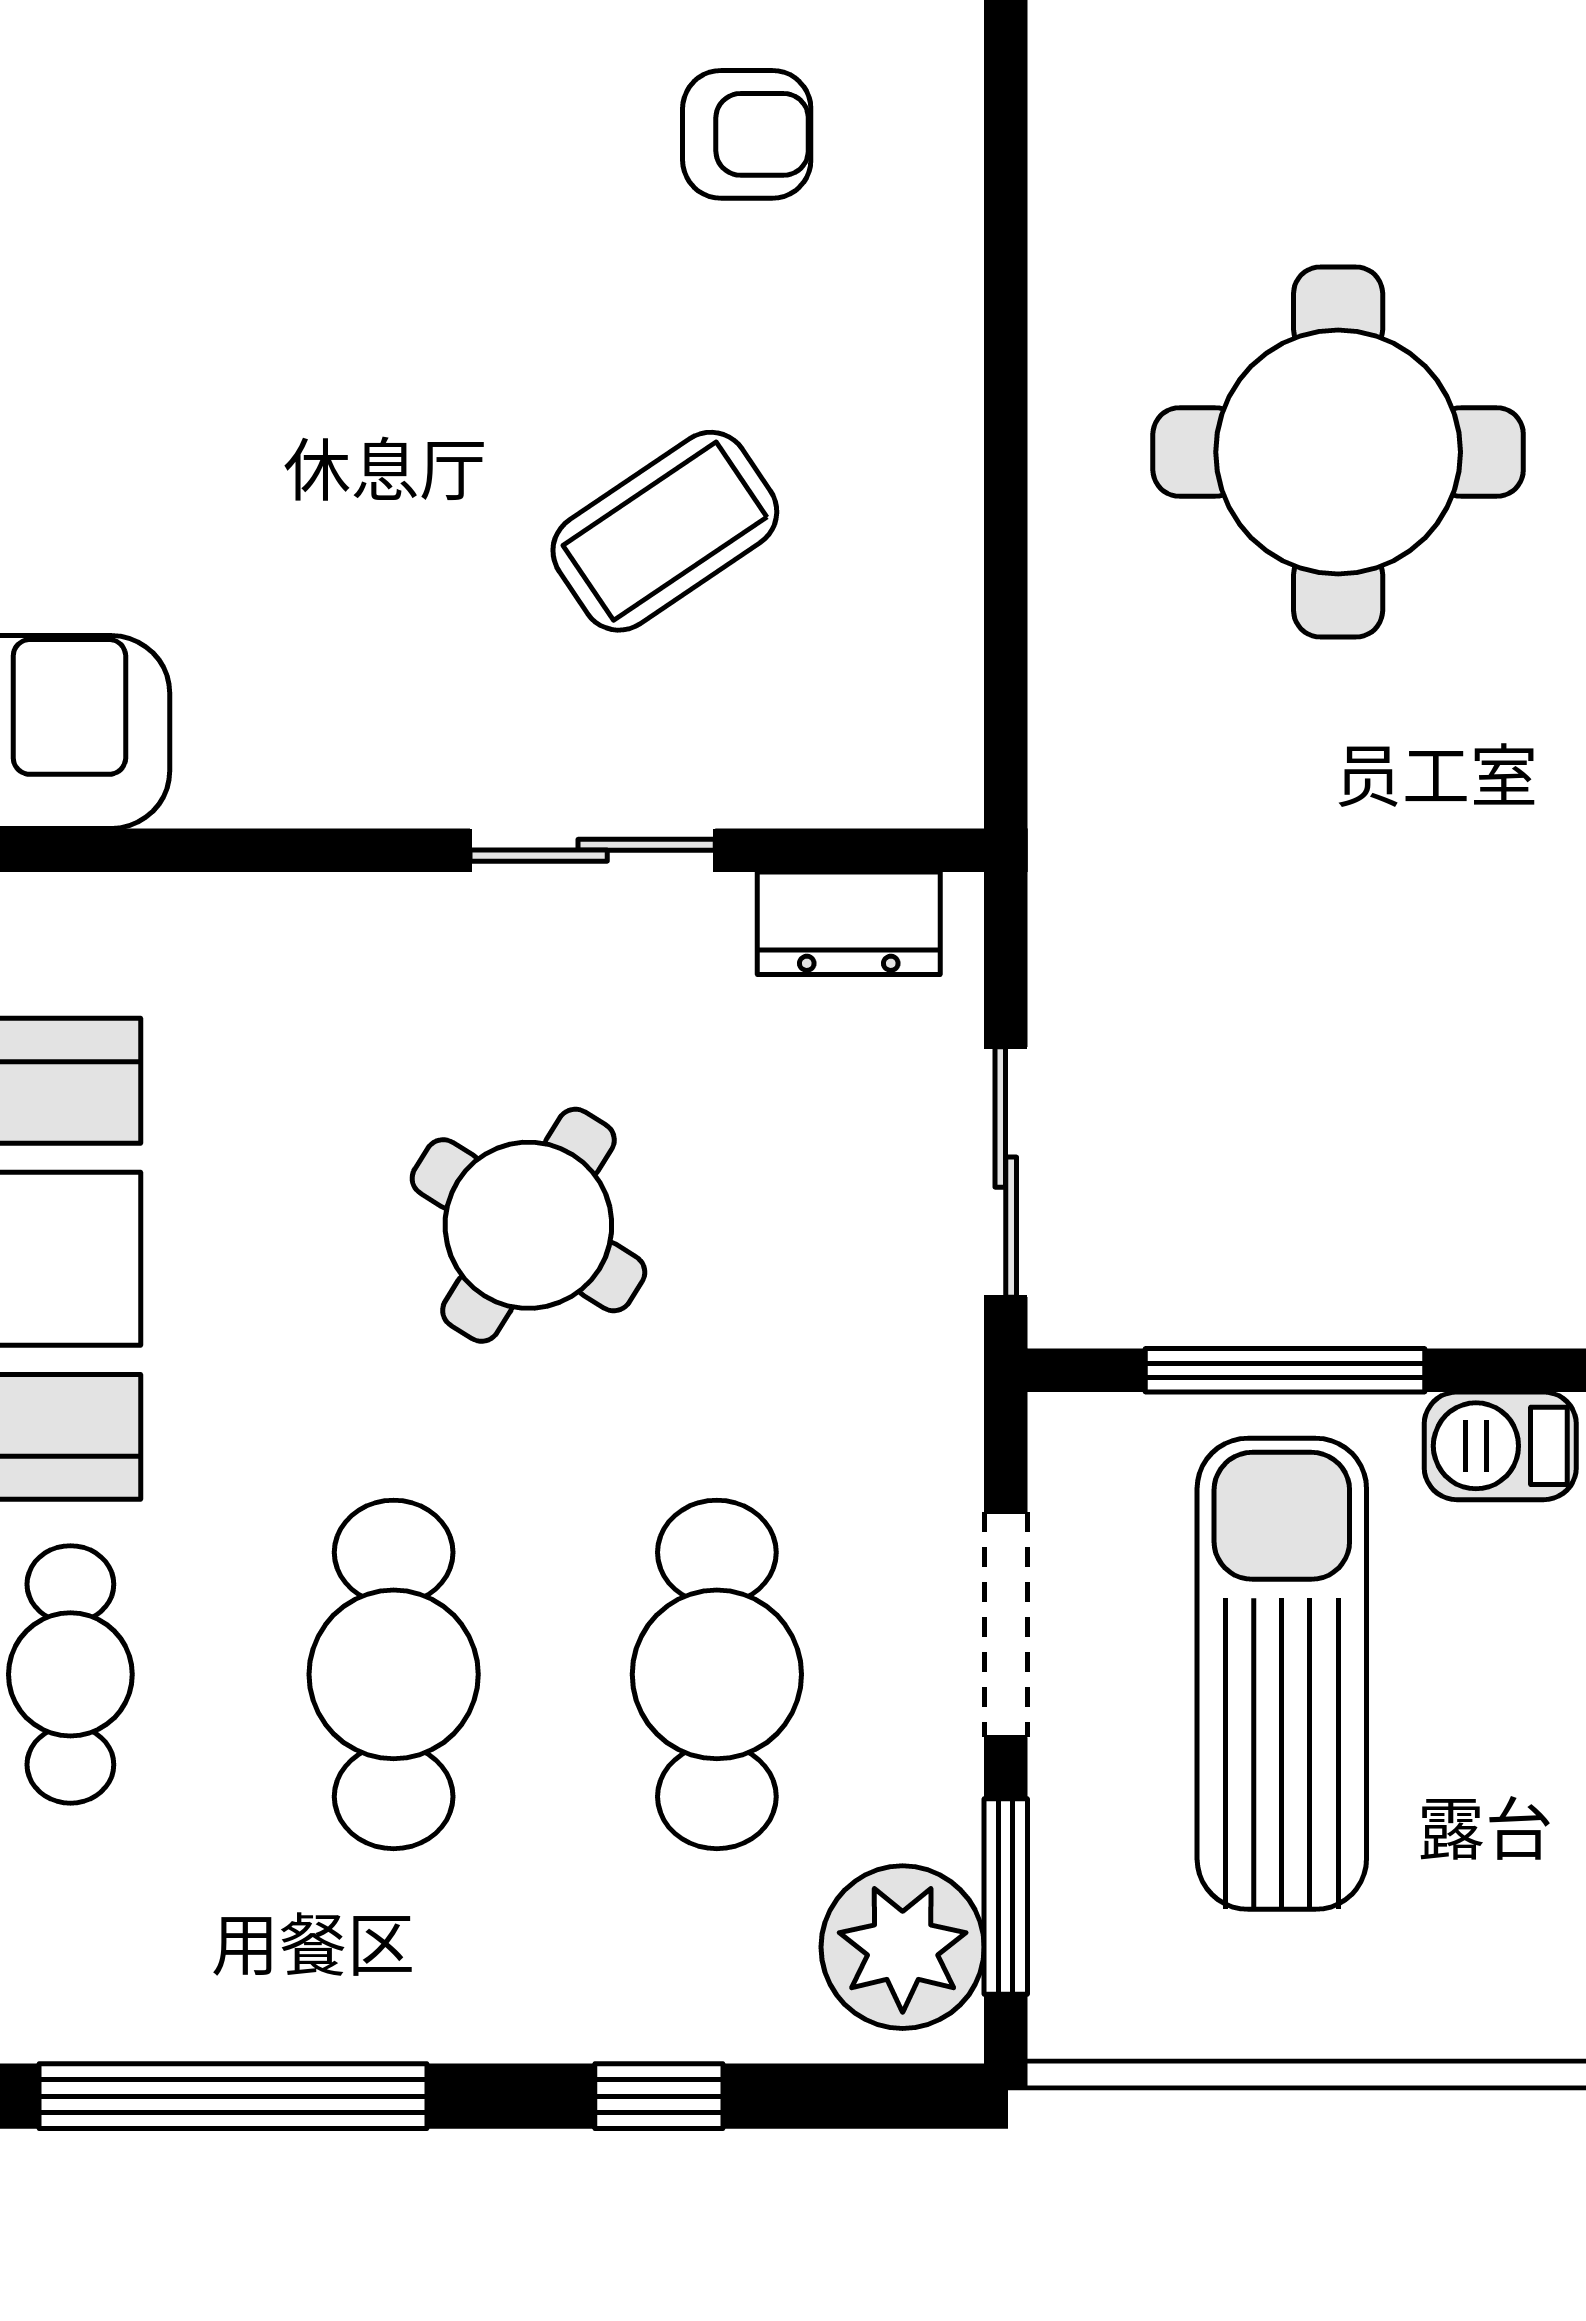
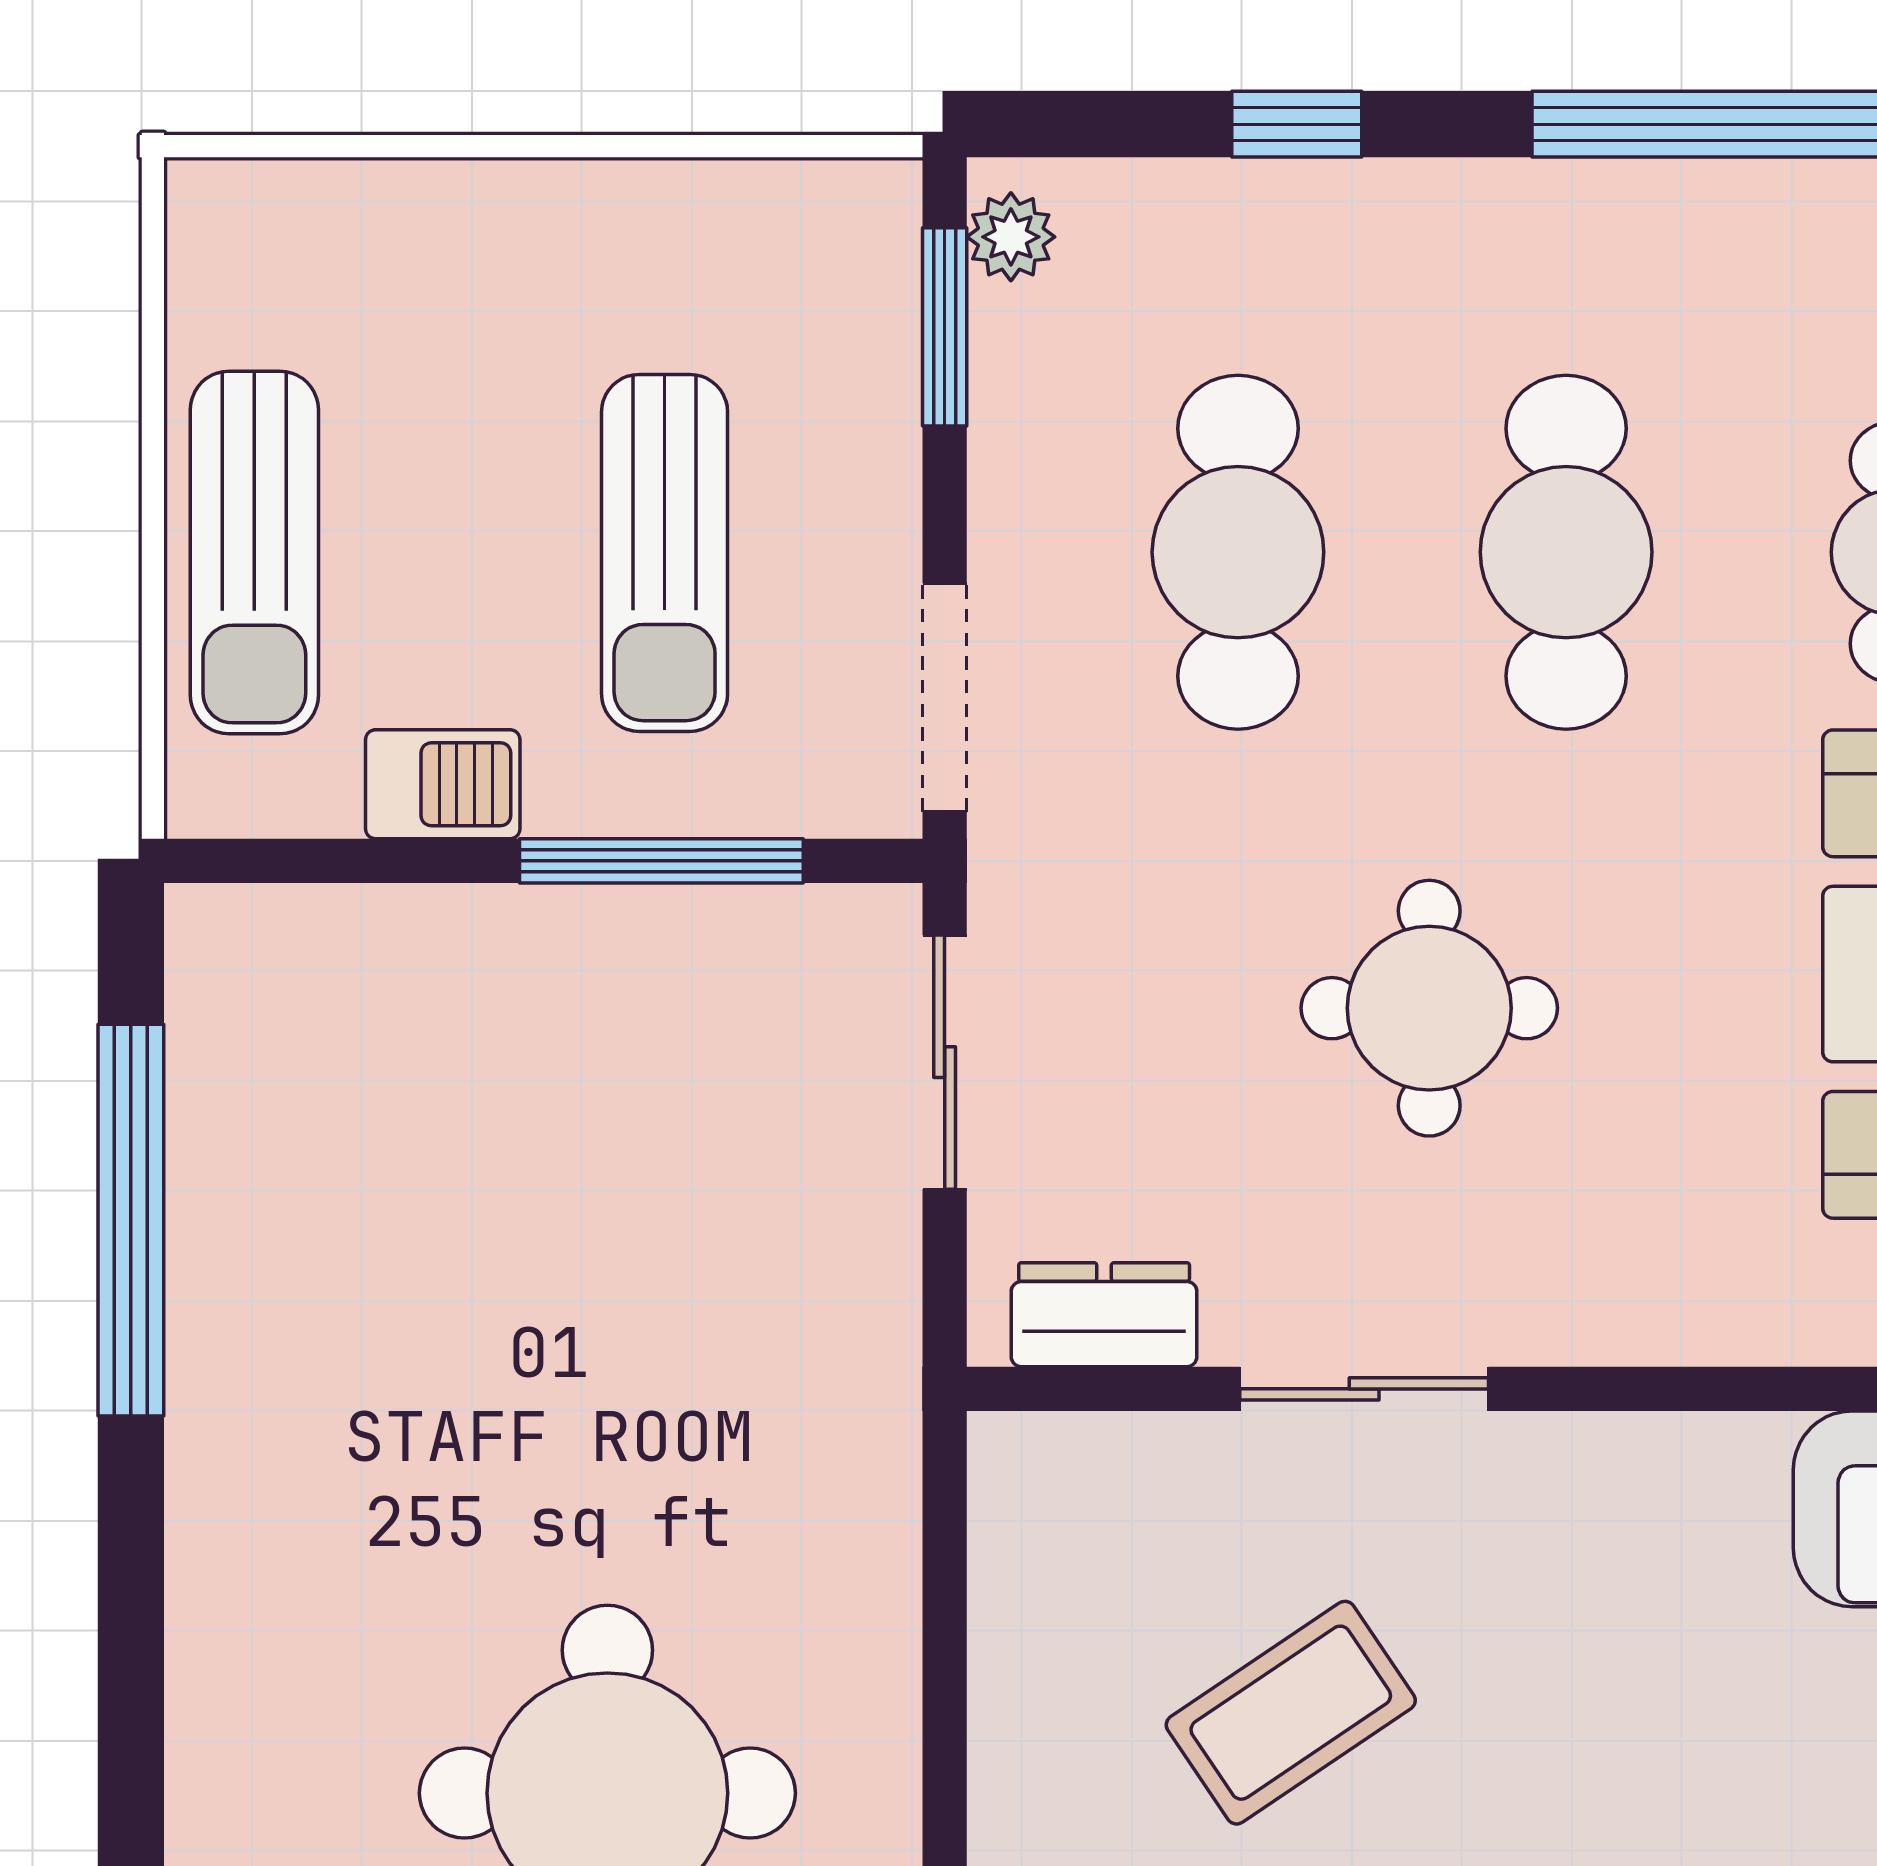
round table: (528, 1225) -> (1429, 1008), turned -32
doorway: (1006, 1625) -> (945, 697), moved
sun lounger: (1282, 1674) -> (665, 553), width x0.73, depth x0.75
plant: (903, 1947) -> (1011, 237), width x0.53, depth x0.53

